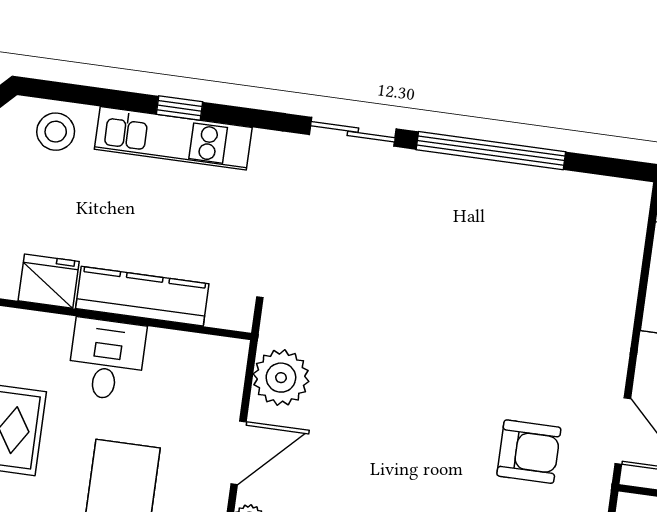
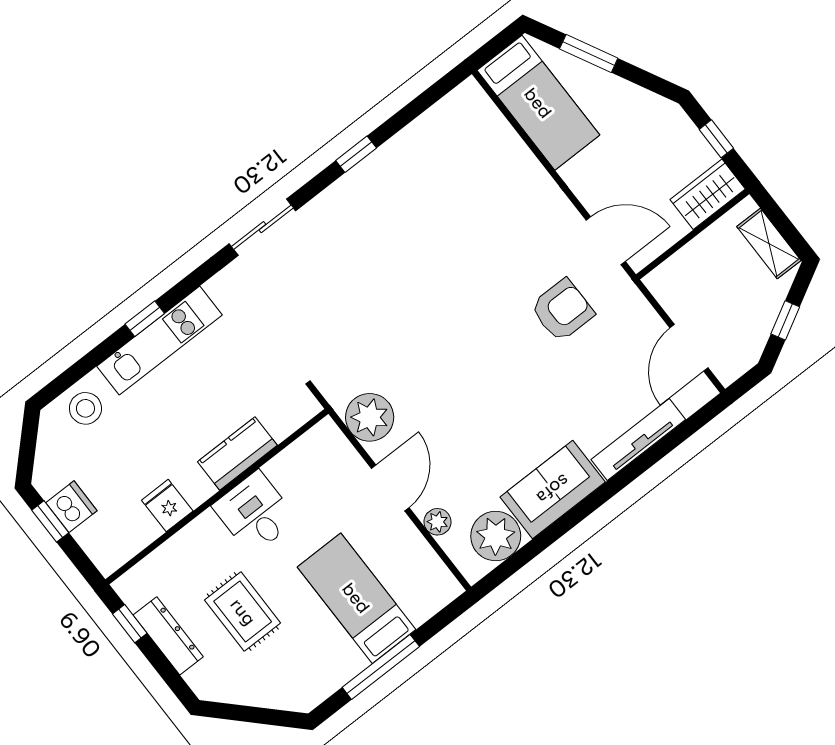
window: (491, 151) -> (356, 154), width x0.32
fridge: (49, 281) -> (167, 506), width x0.72
kitchen counter: (142, 296) -> (237, 454), width x0.67

